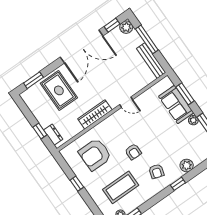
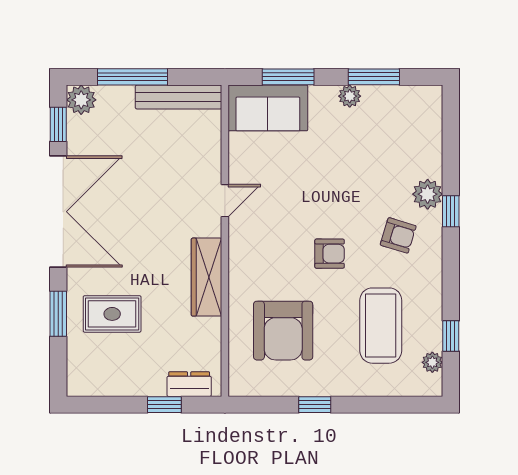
window: (33, 80) -> (58, 314), moved
rug: (59, 90) -> (112, 314), width x0.73, depth x0.70
sofa: (176, 105) -> (268, 108), moved
plant: (187, 166) -> (428, 194), moved

